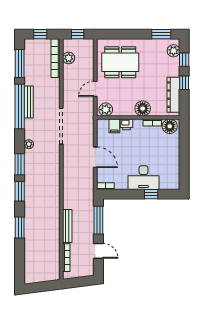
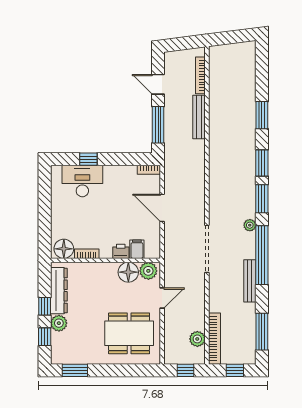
plant: (173, 51) -> (59, 323), moved
window: (20, 107) -> (262, 255), moved
floor lamp: (143, 109) -> (128, 272), moved
desk: (144, 178) -> (82, 181), moved

